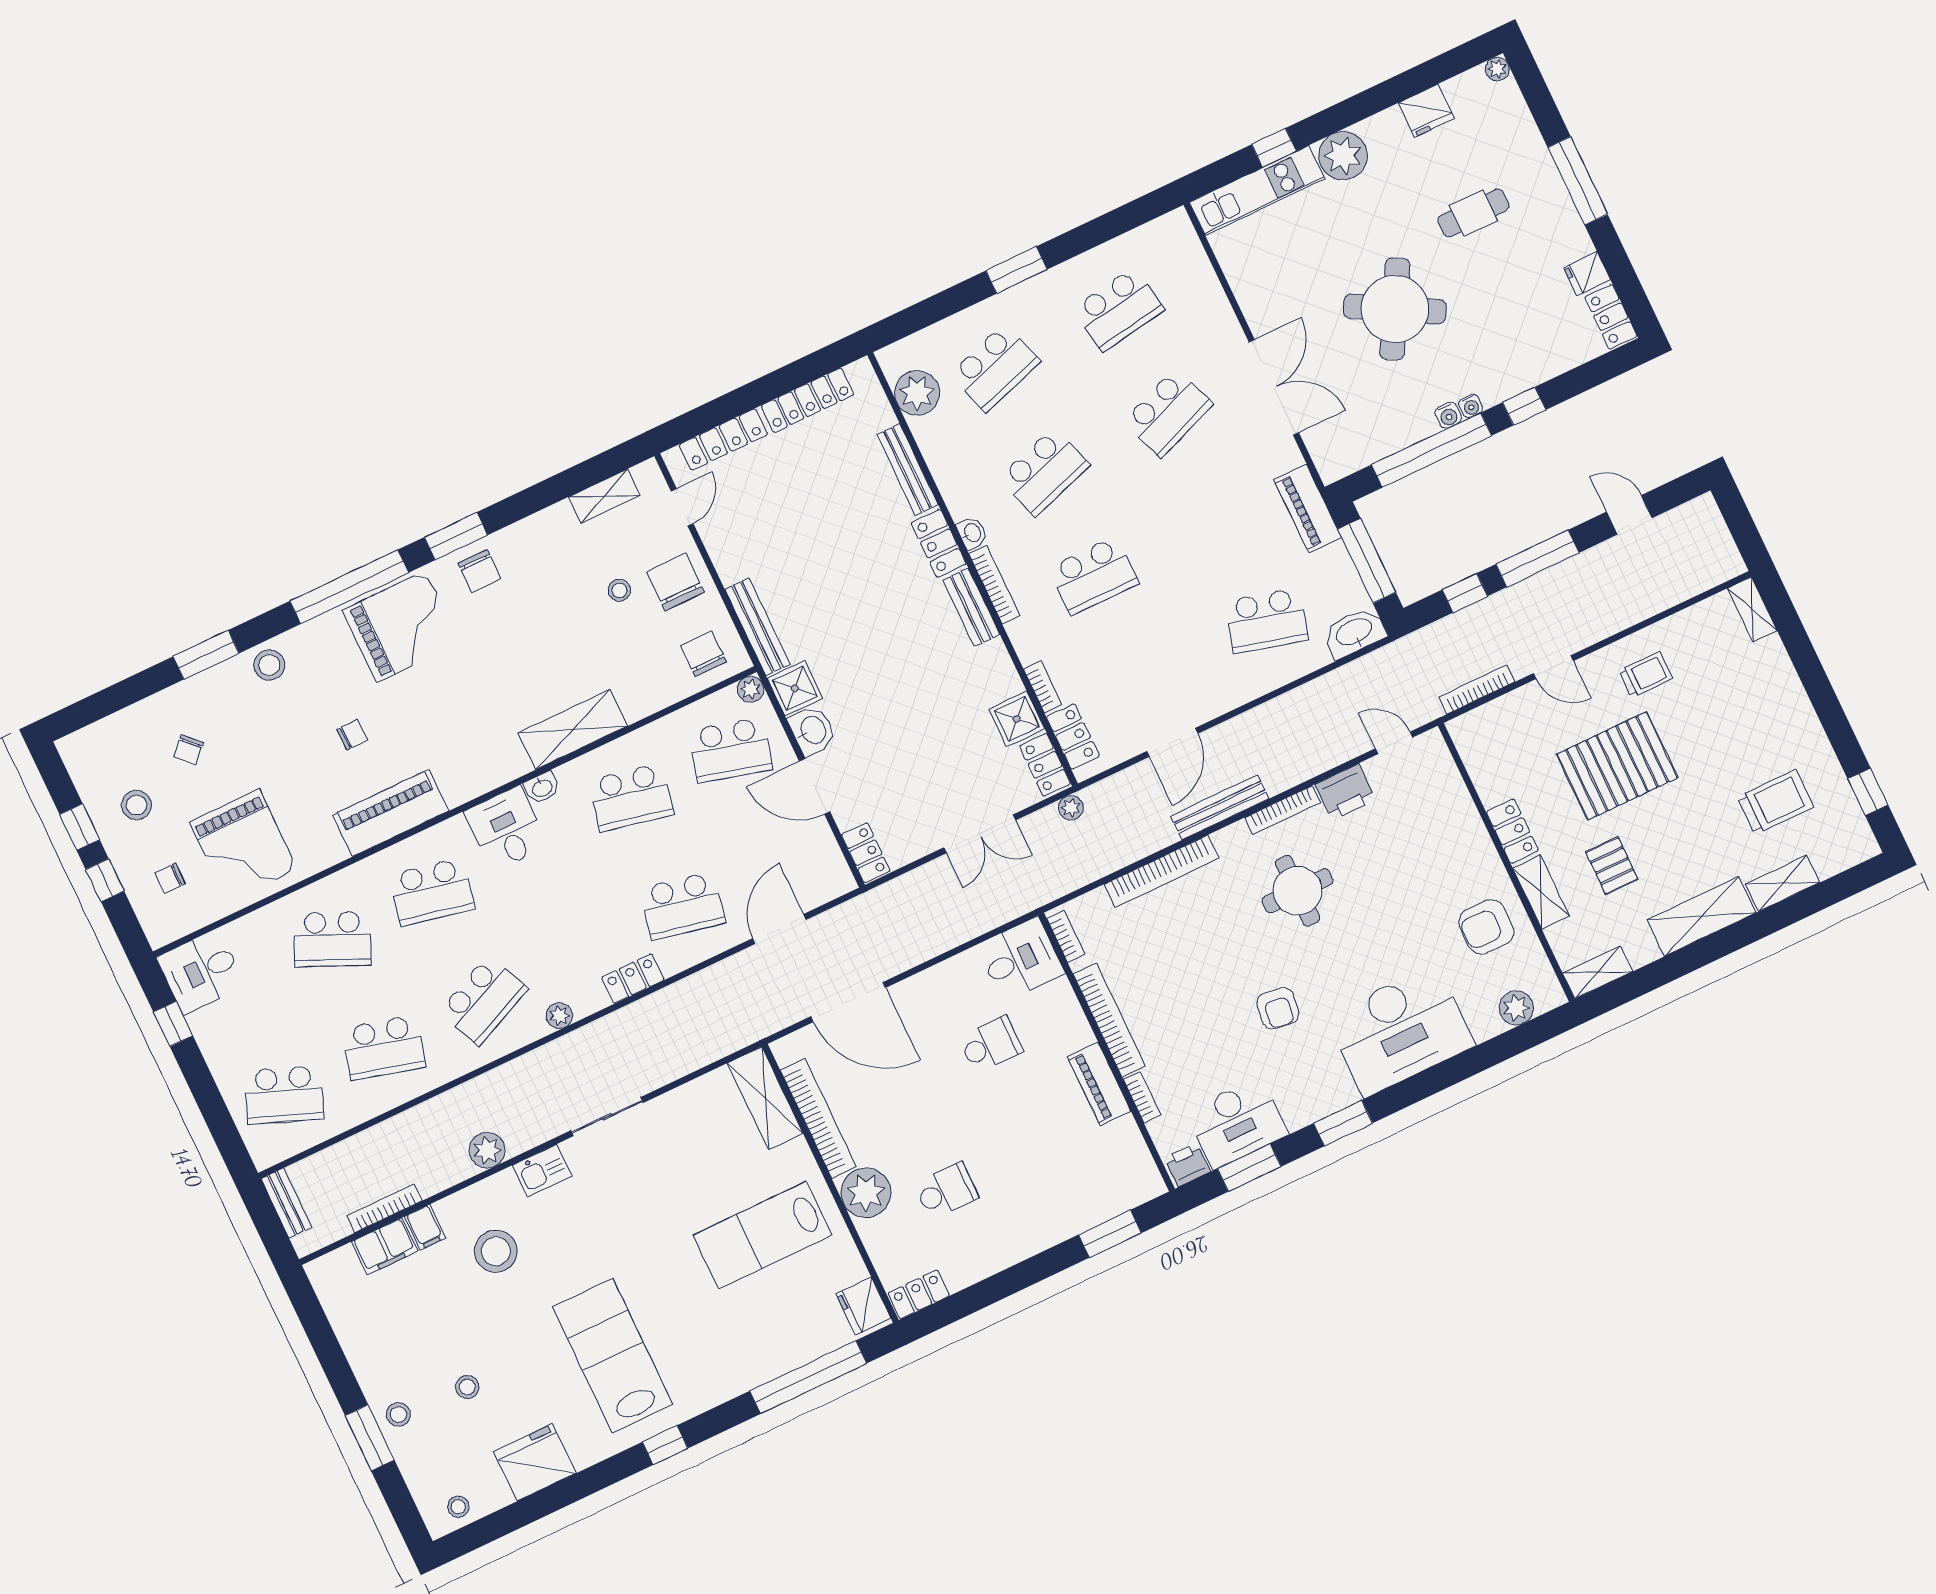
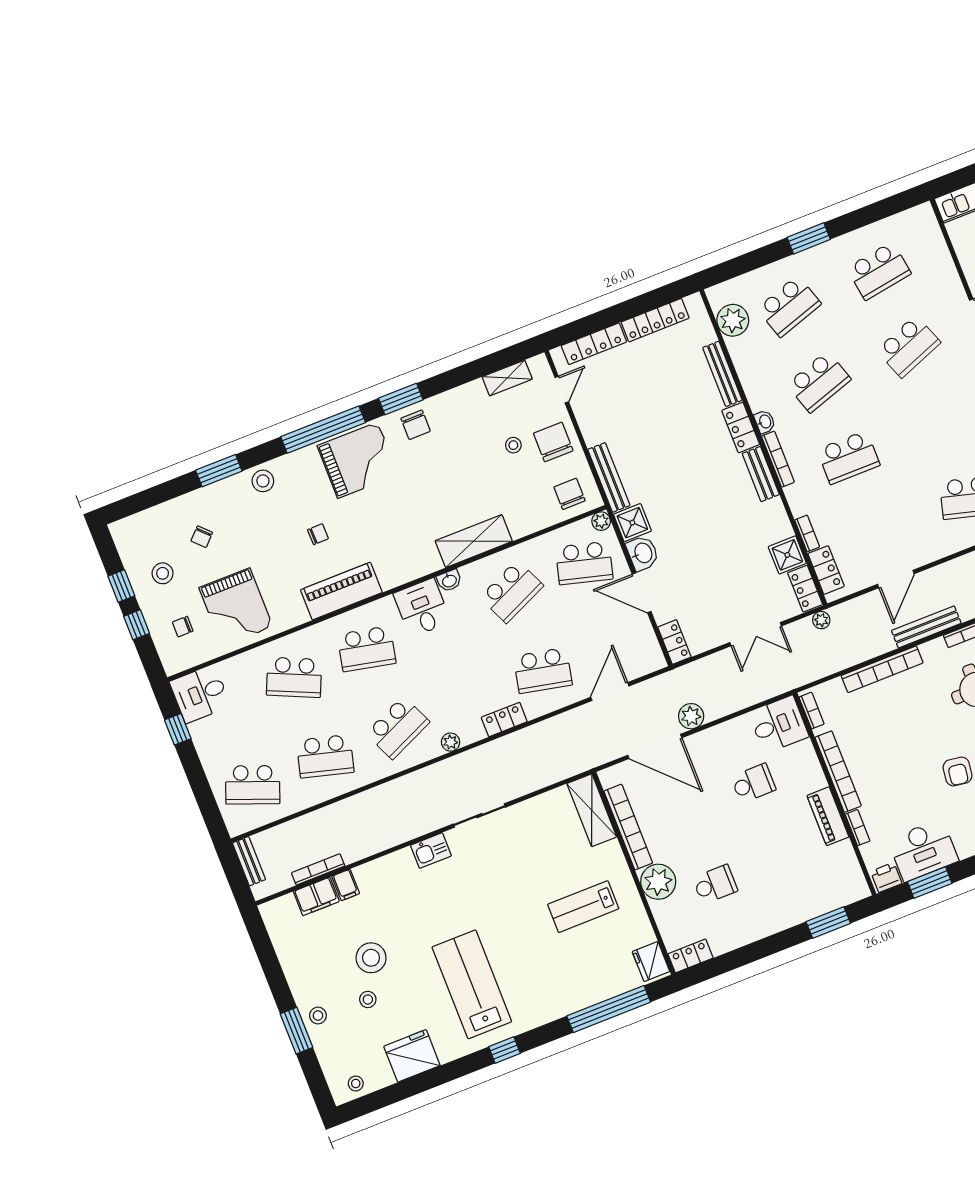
school desk: (631, 797) -> (512, 592), turned -36
plant: (487, 1150) -> (691, 716), moved
lab bench: (762, 1235) -> (583, 907), width x0.73, depth x0.72
stool: (496, 1251) -> (371, 958), moved

